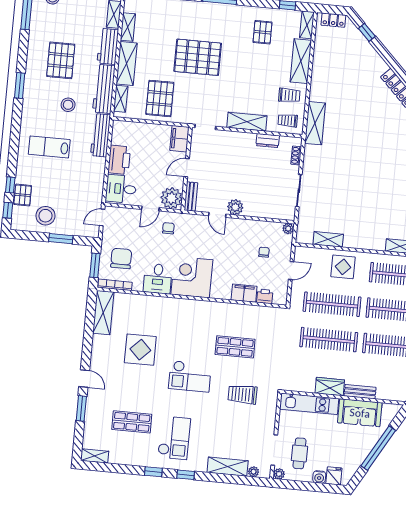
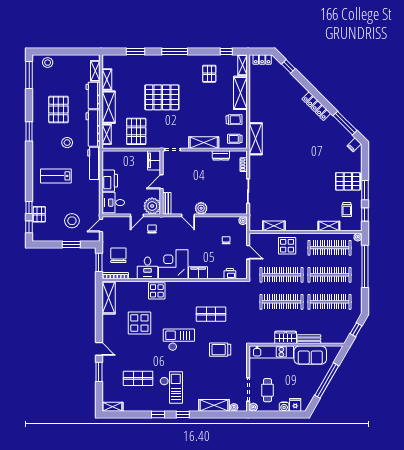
stool: (45, 216) -> (72, 221), moved
door: (291, 271) -> (248, 252), hinge flipped
filing cabinet: (244, 293) -> (198, 273), moved
display table: (167, 310) -> (157, 291), added
checkout: (190, 376) -> (179, 340), turned 180

